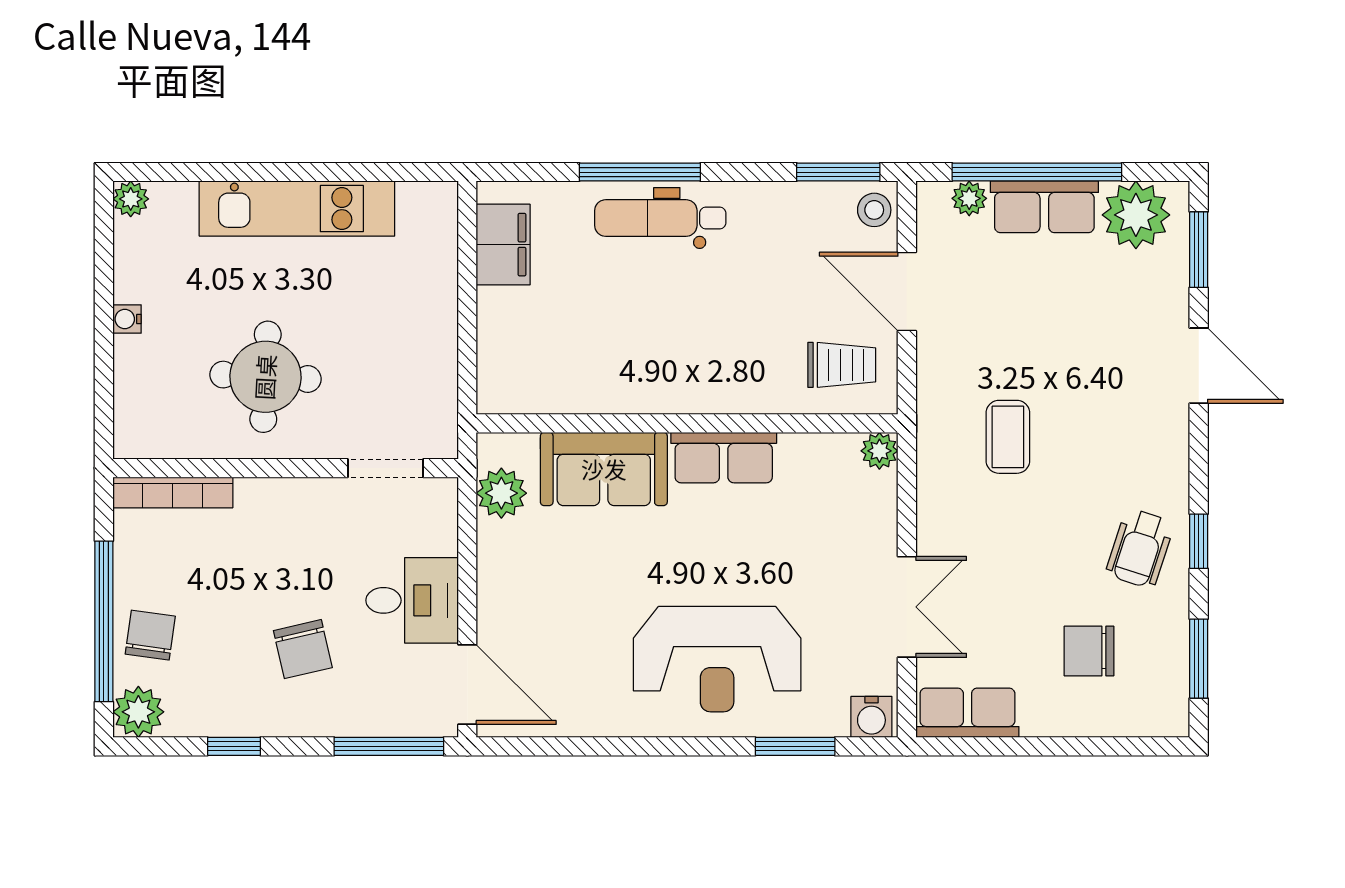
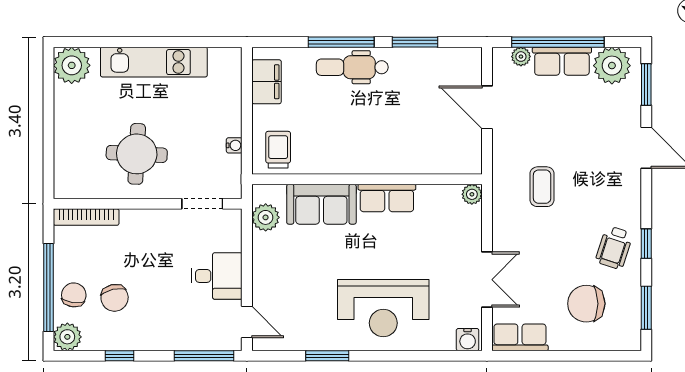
window: (838, 172) -> (415, 42), moved
plant: (131, 199) -> (72, 65), width x1.88, depth x1.88
stool: (874, 210) -> (469, 63), removed
water cooler: (127, 319) -> (234, 145), moved, turned 180
trolley: (842, 365) -> (278, 150), moved, turned -90
chair: (303, 649) -> (115, 298), moved
chair: (1089, 651) -> (586, 304), width x1.37, depth x1.37
door: (467, 685) -> (247, 322), width x0.73
window: (795, 746) -> (327, 356), moved

